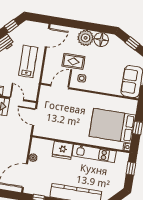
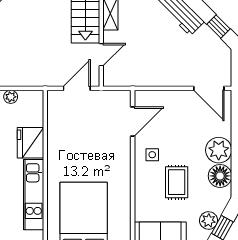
plant: (127, 51) -> (209, 220), added
lab bench: (28, 61) -> (165, 63), removed
rug: (73, 61) -> (177, 182), moved
door: (60, 87) -> (133, 121), hinge flipped

